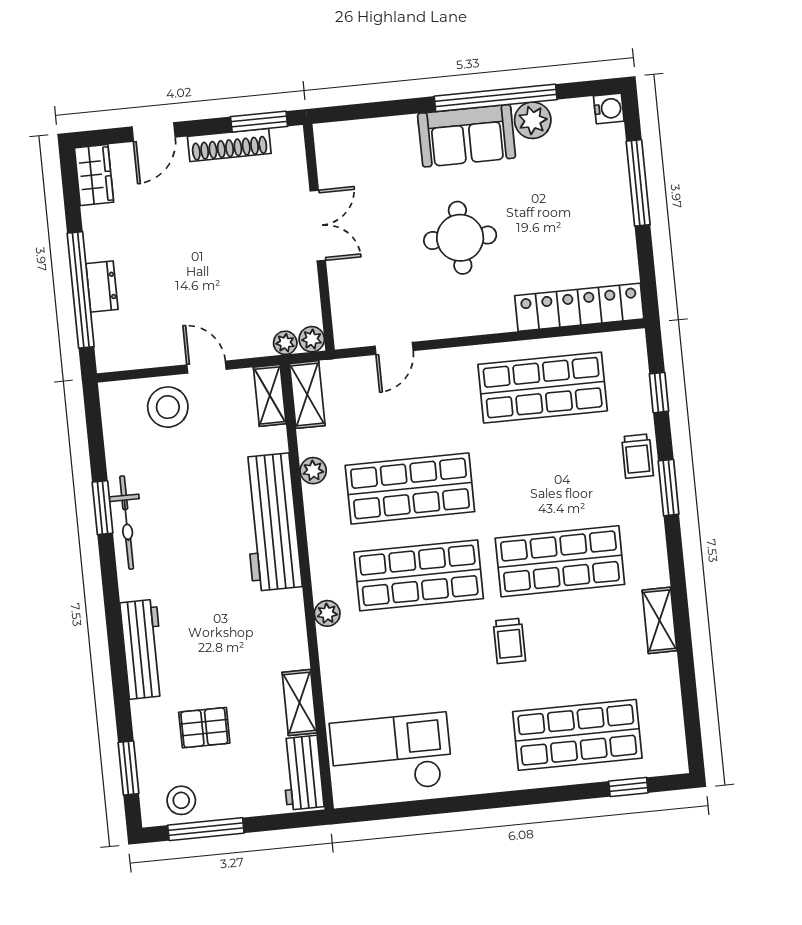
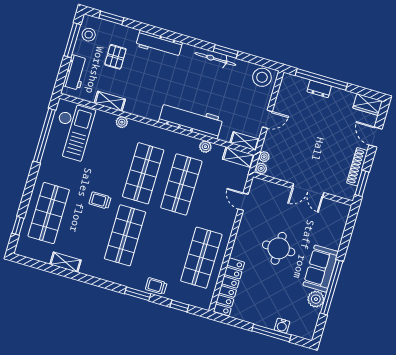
water cooler: (609, 108) -> (282, 326), moved
stool: (168, 407) -> (262, 77), moved
plant: (327, 613) -> (122, 122), moved
shelving: (660, 620) -> (65, 262), moved
workbench: (302, 773) -> (75, 72), moved, turned 90
window: (423, 807) -> (44, 136), added

